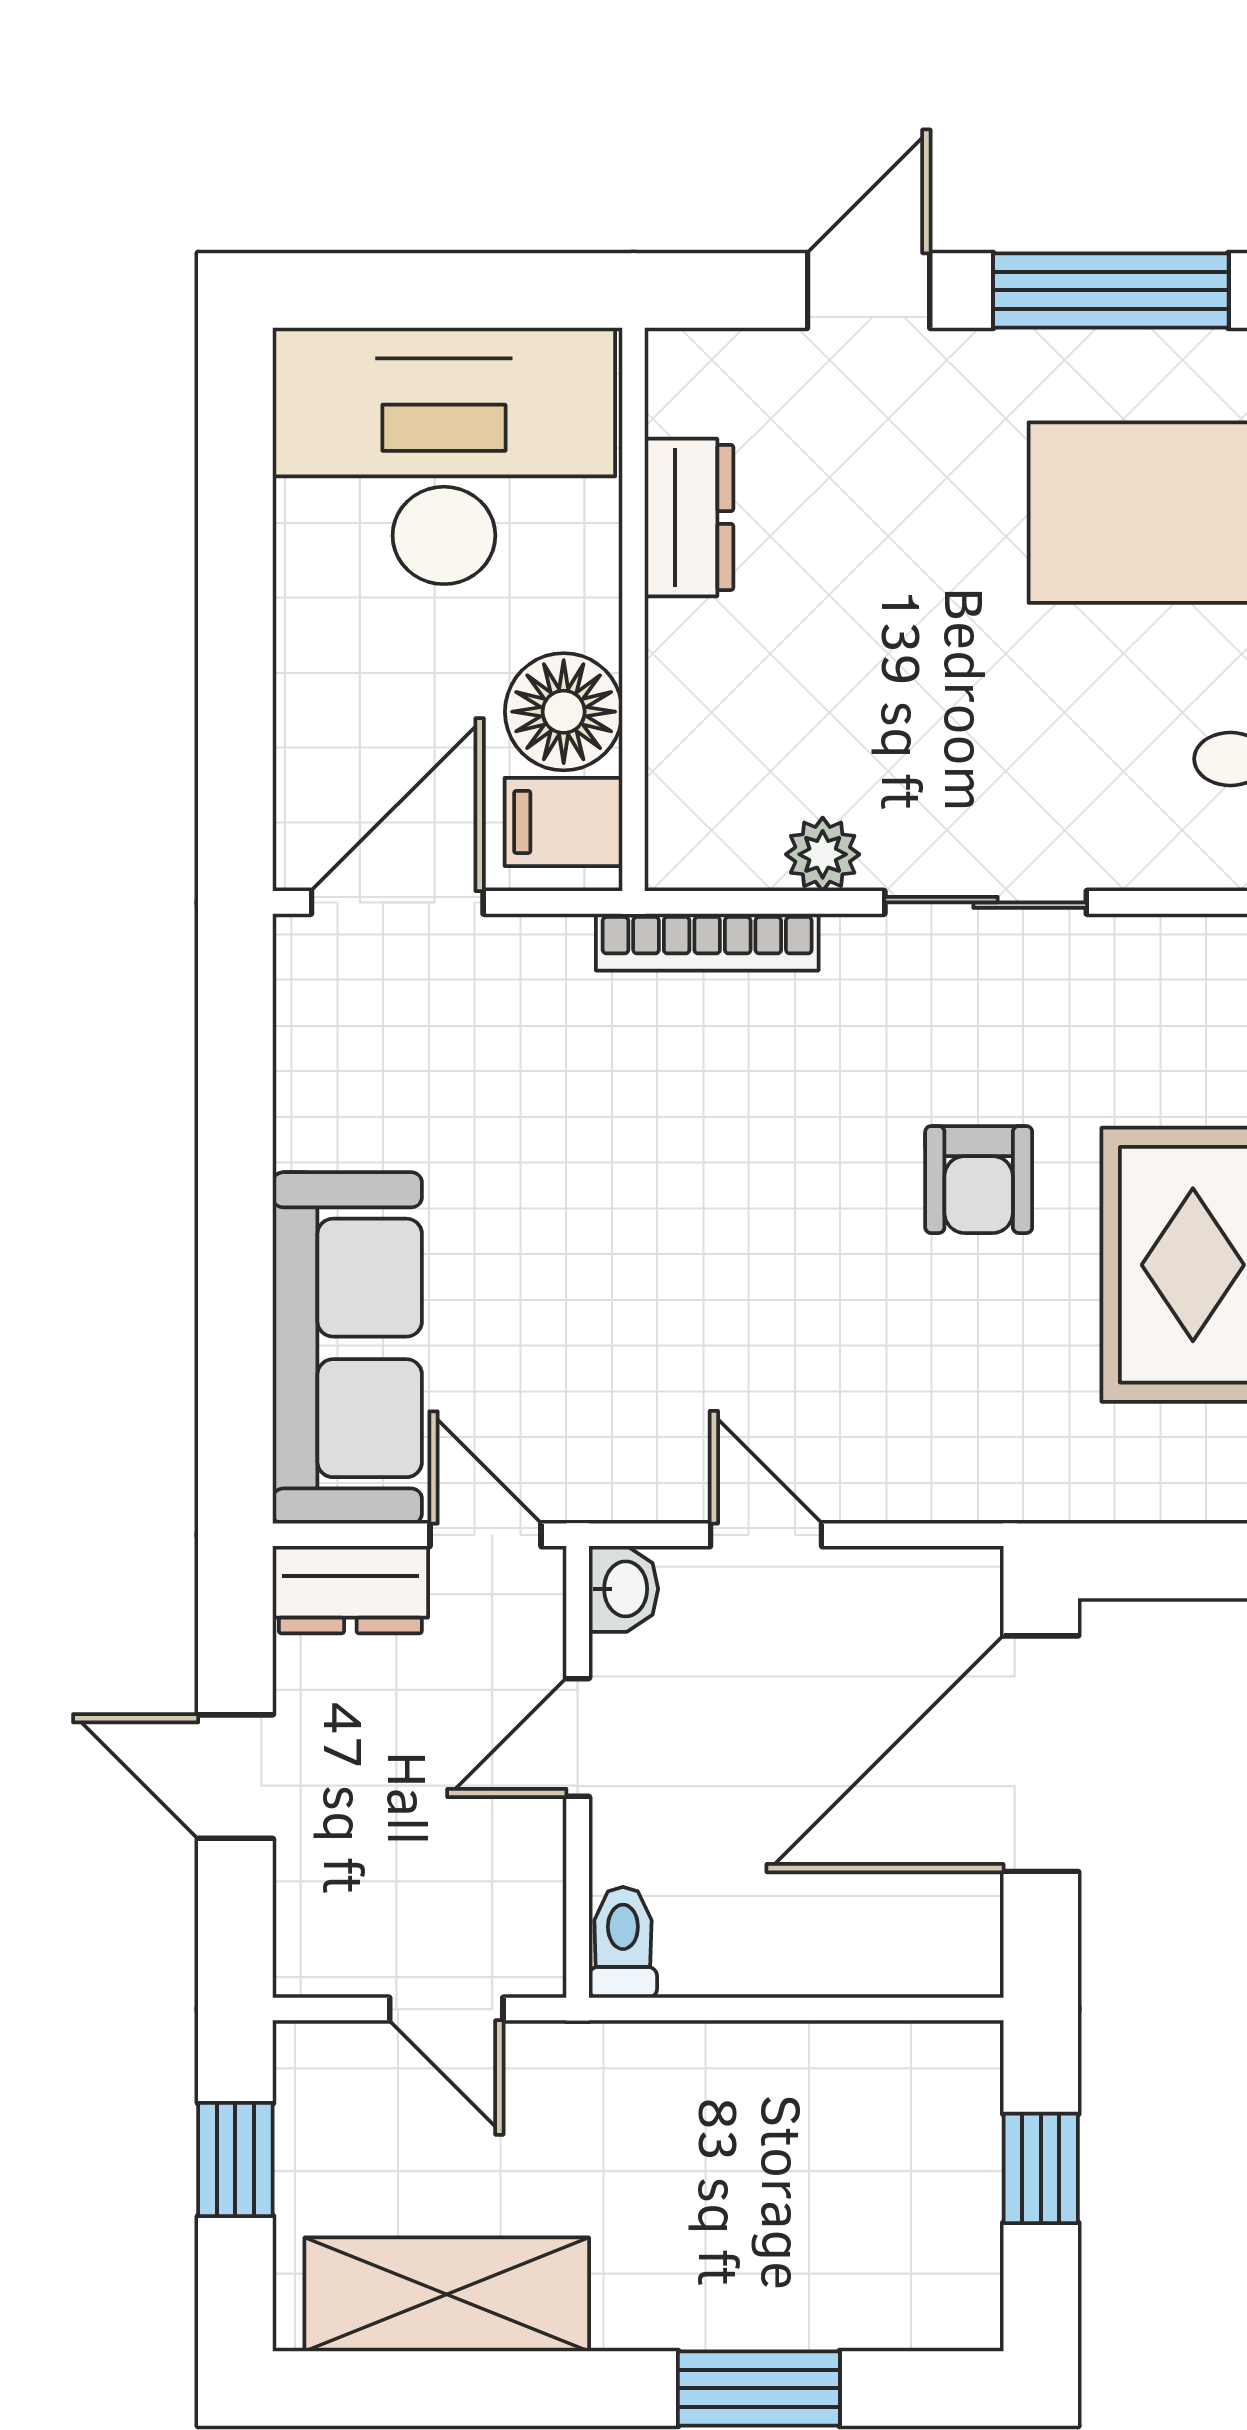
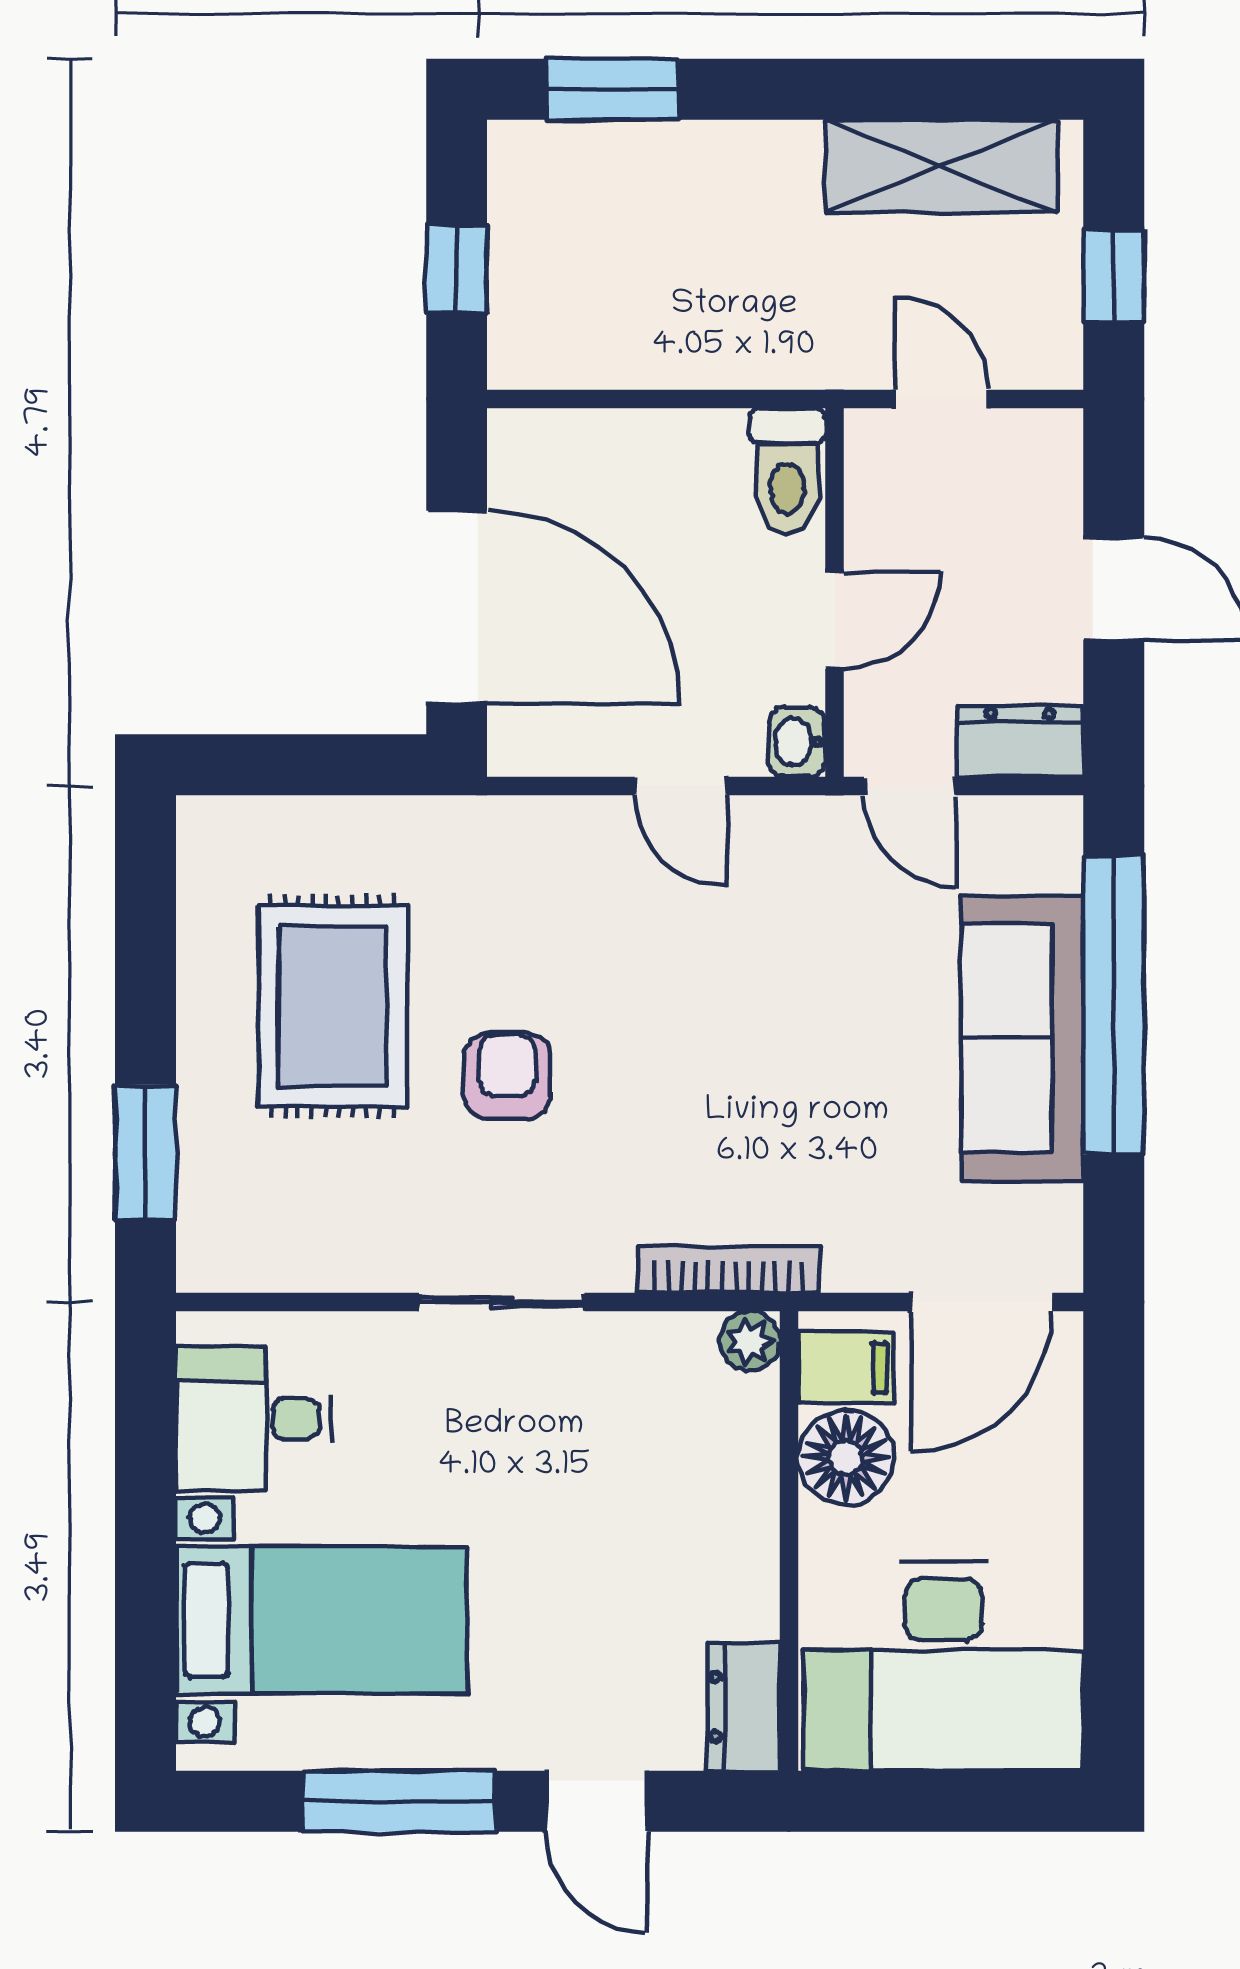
door: (869, 290) -> (597, 1801), hinge flipped
dresser: (689, 517) -> (744, 1707), moved
plant: (823, 854) -> (750, 1341), moved
window: (235, 1266) -> (1114, 1005), added
sofa: (347, 1348) -> (1022, 1038), moved
door: (1041, 1754) -> (457, 607), hinge flipped
toilet: (623, 1942) -> (787, 471), width x1.37, depth x1.39
window: (759, 2388) -> (613, 89), moved

